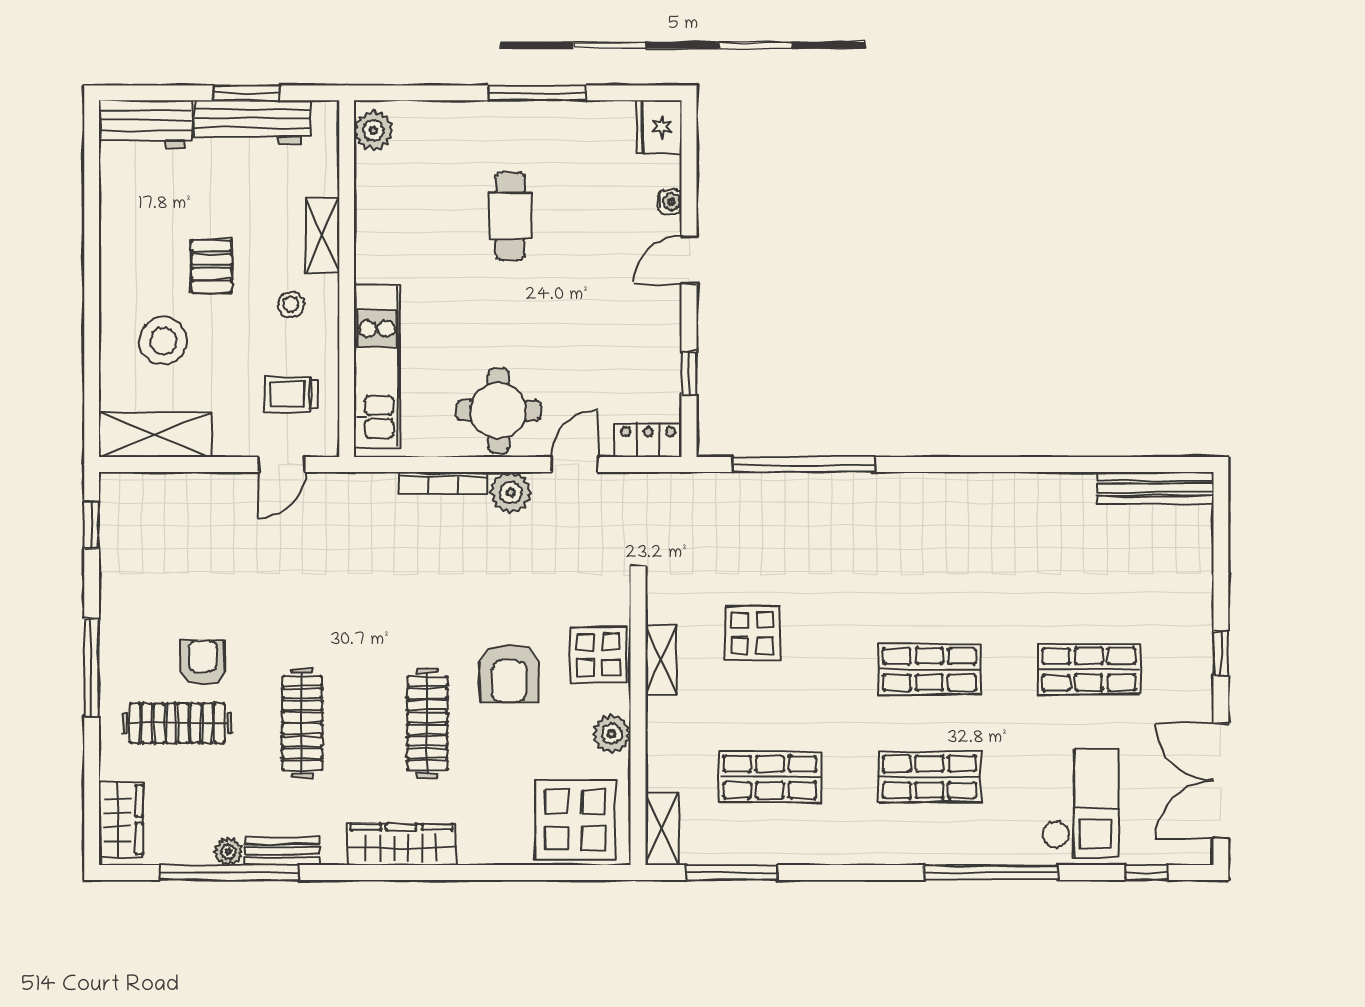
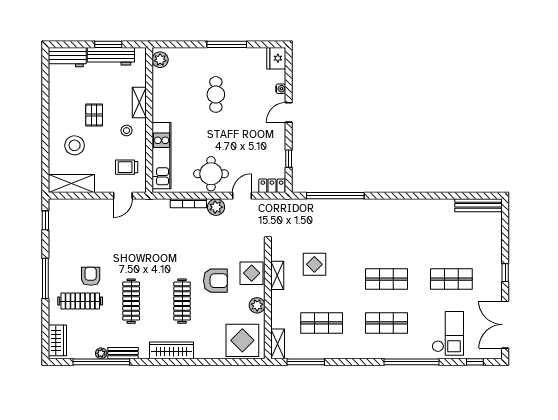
armchair: (509, 673) -> (215, 281), turned -90

